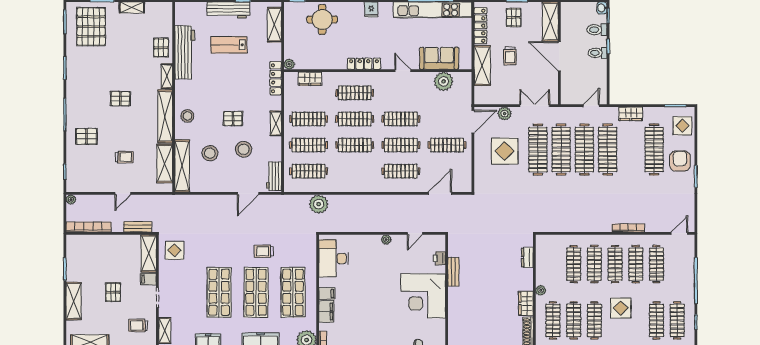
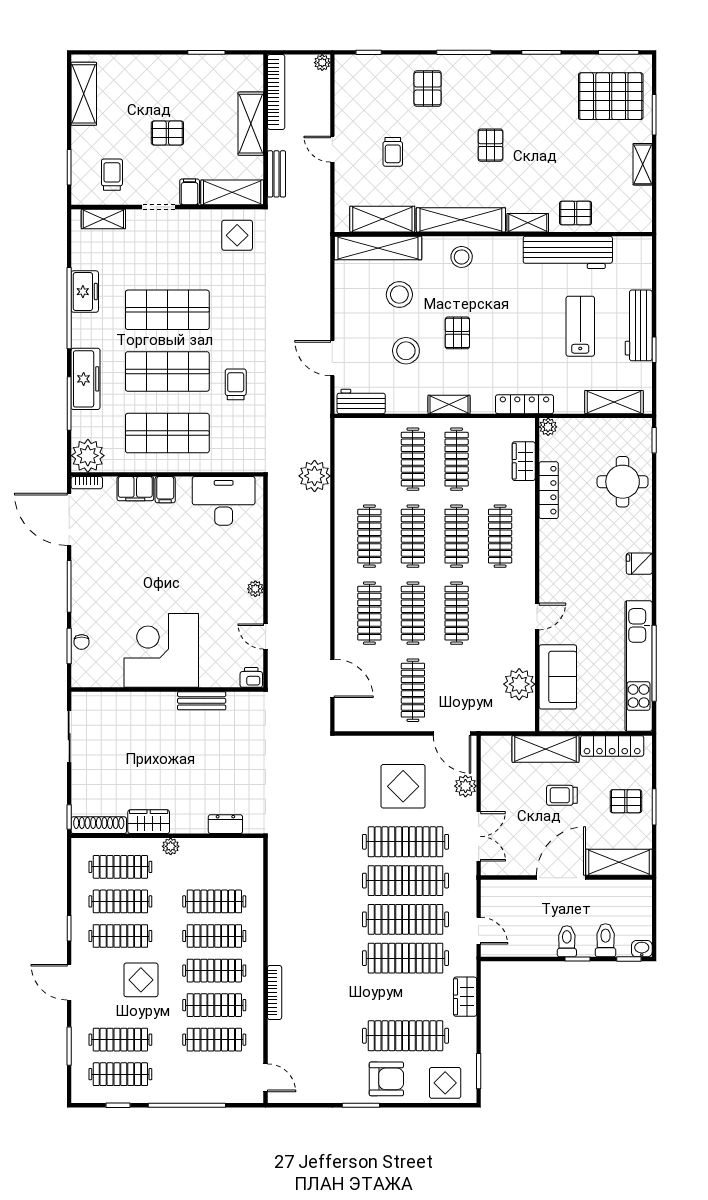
locker: (364, 64) -> (549, 490), moved
clothes rail: (309, 171) -> (369, 536), moved
printer: (439, 258) -> (251, 677), moved
shelving: (74, 301) -> (251, 124), moved, turned 90

